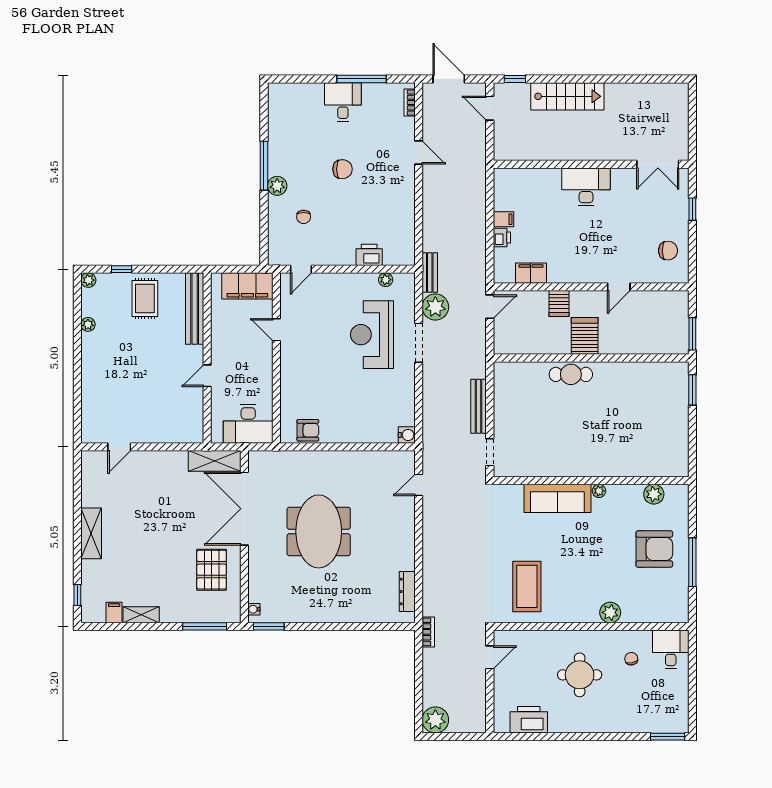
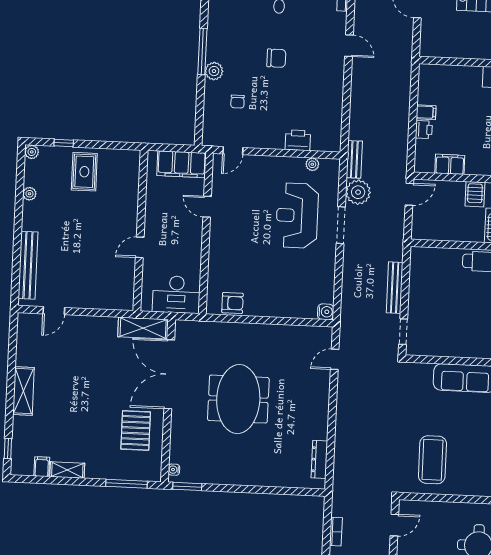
bench: (195, 308) -> (28, 265), moved
bookcase: (428, 632) -> (336, 532), moved

